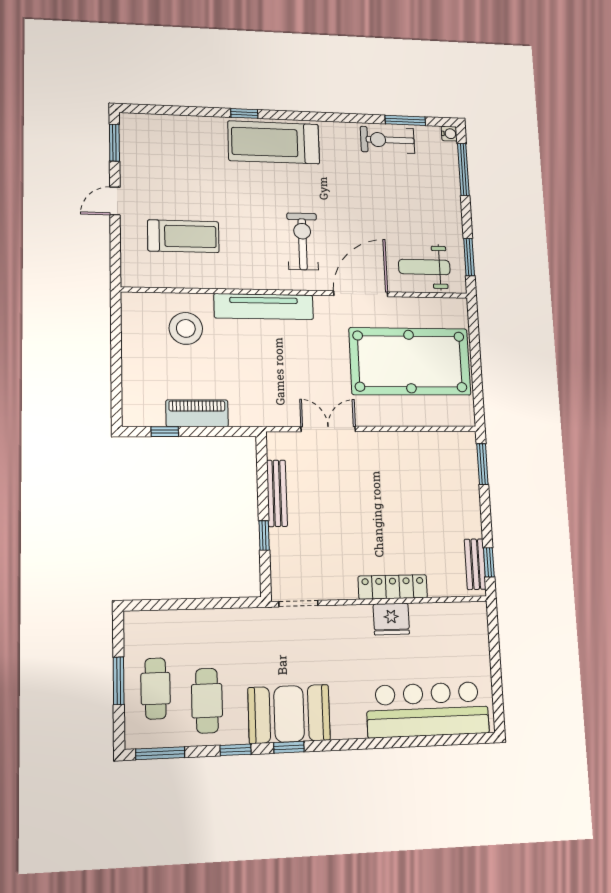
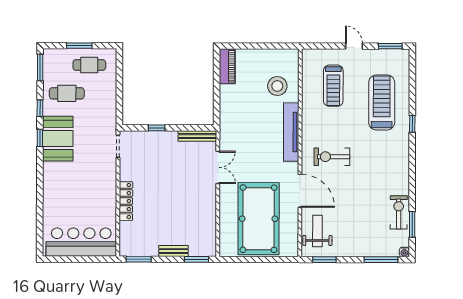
treadmill: (274, 142) -> (382, 102), moved
exercise bike: (303, 241) -> (332, 157), turned 180
piano: (197, 413) -> (227, 66), moved
window: (165, 432) -> (217, 73), removed
bench: (277, 493) -> (197, 136), moved
window: (489, 562) -> (139, 259), width x1.50
bench: (475, 564) -> (173, 251), moved
fridge: (391, 619) -> (108, 199), removed
cafe table: (156, 689) -> (89, 65), moved
bar counter: (428, 710) -> (81, 242), moved, turned -90

